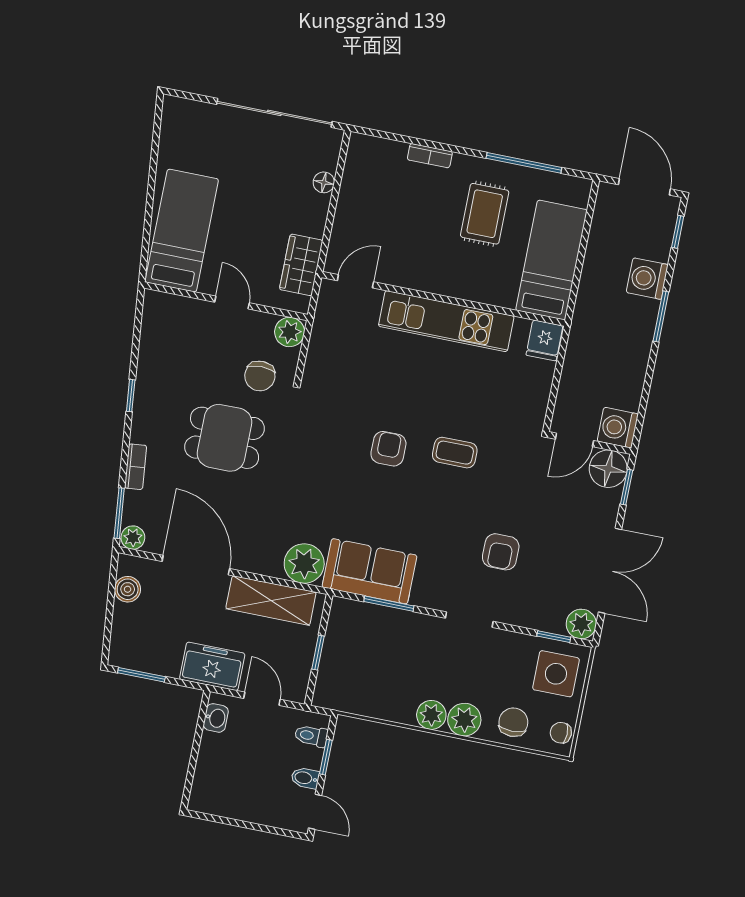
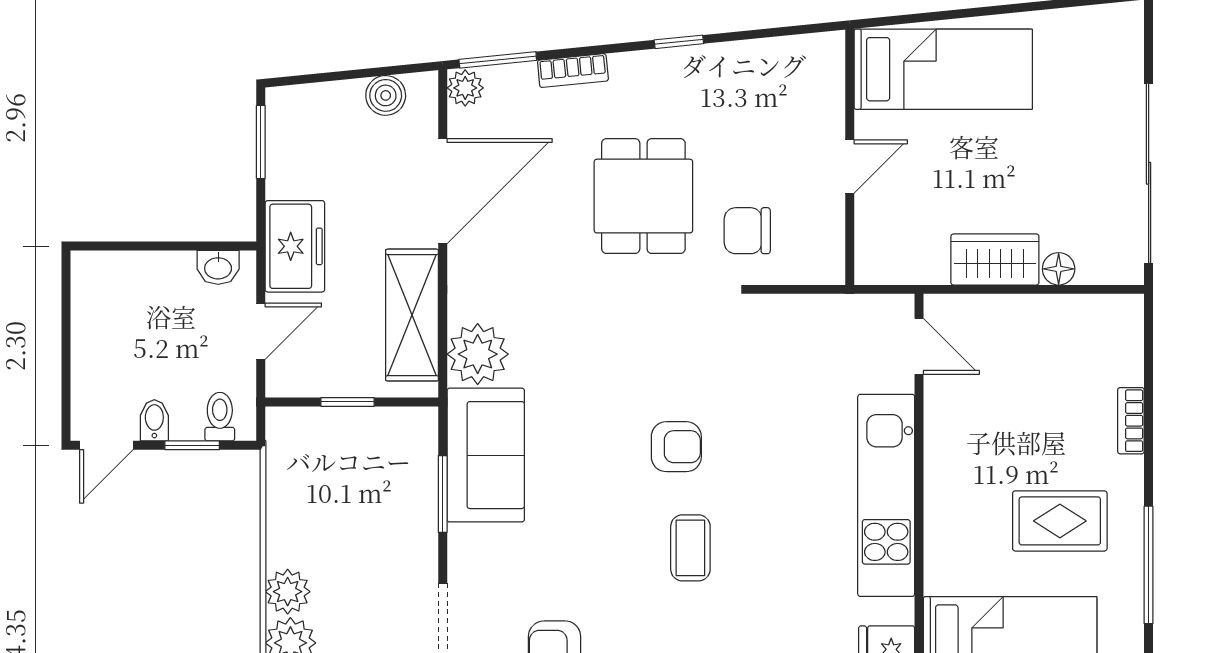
wardrobe: (301, 265) -> (995, 260), moved
plant: (290, 332) -> (823, 262), removed

